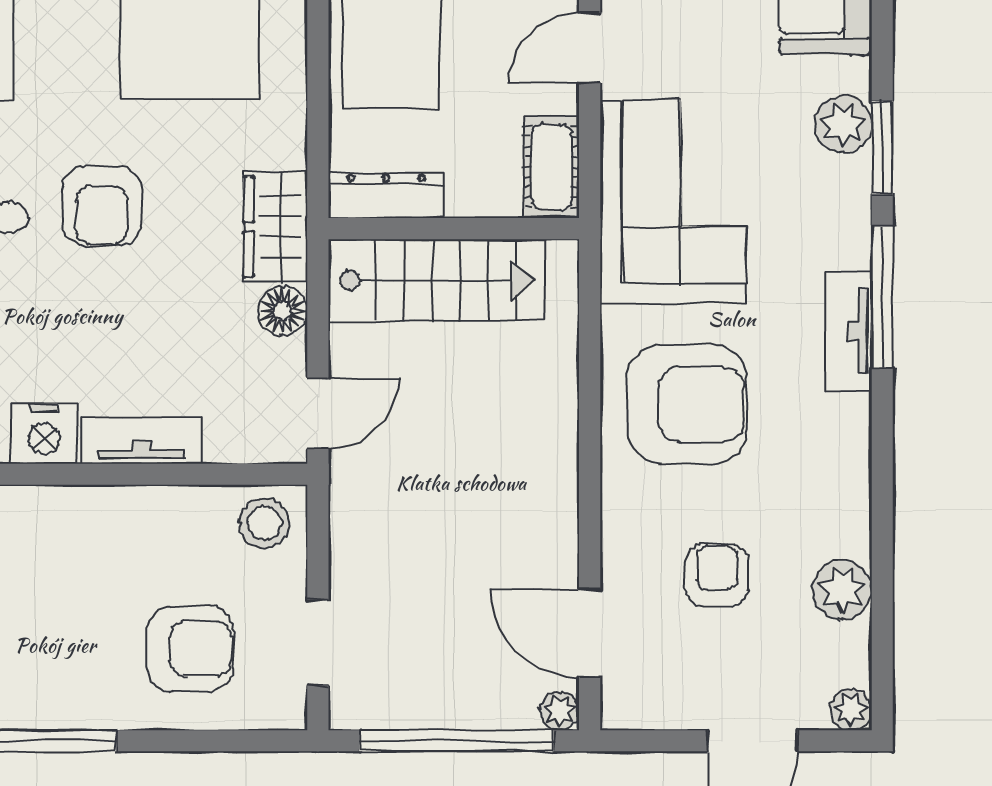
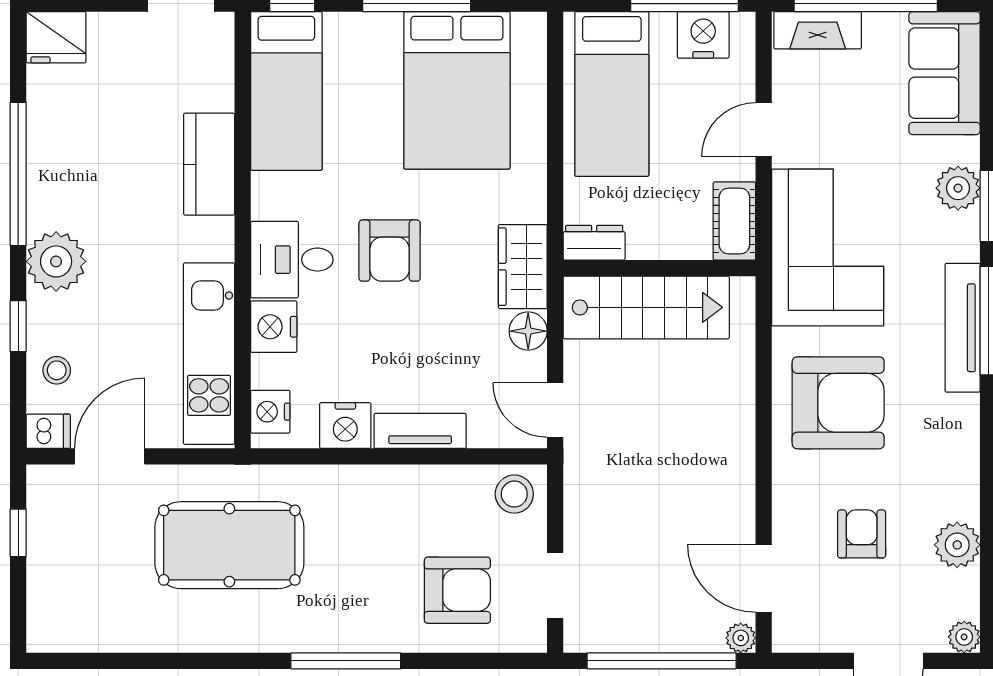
dresser: (386, 195) -> (594, 243), width x0.70
tv unit: (849, 331) -> (963, 328), width x1.41
door: (318, 414) -> (555, 410), swing flipped

